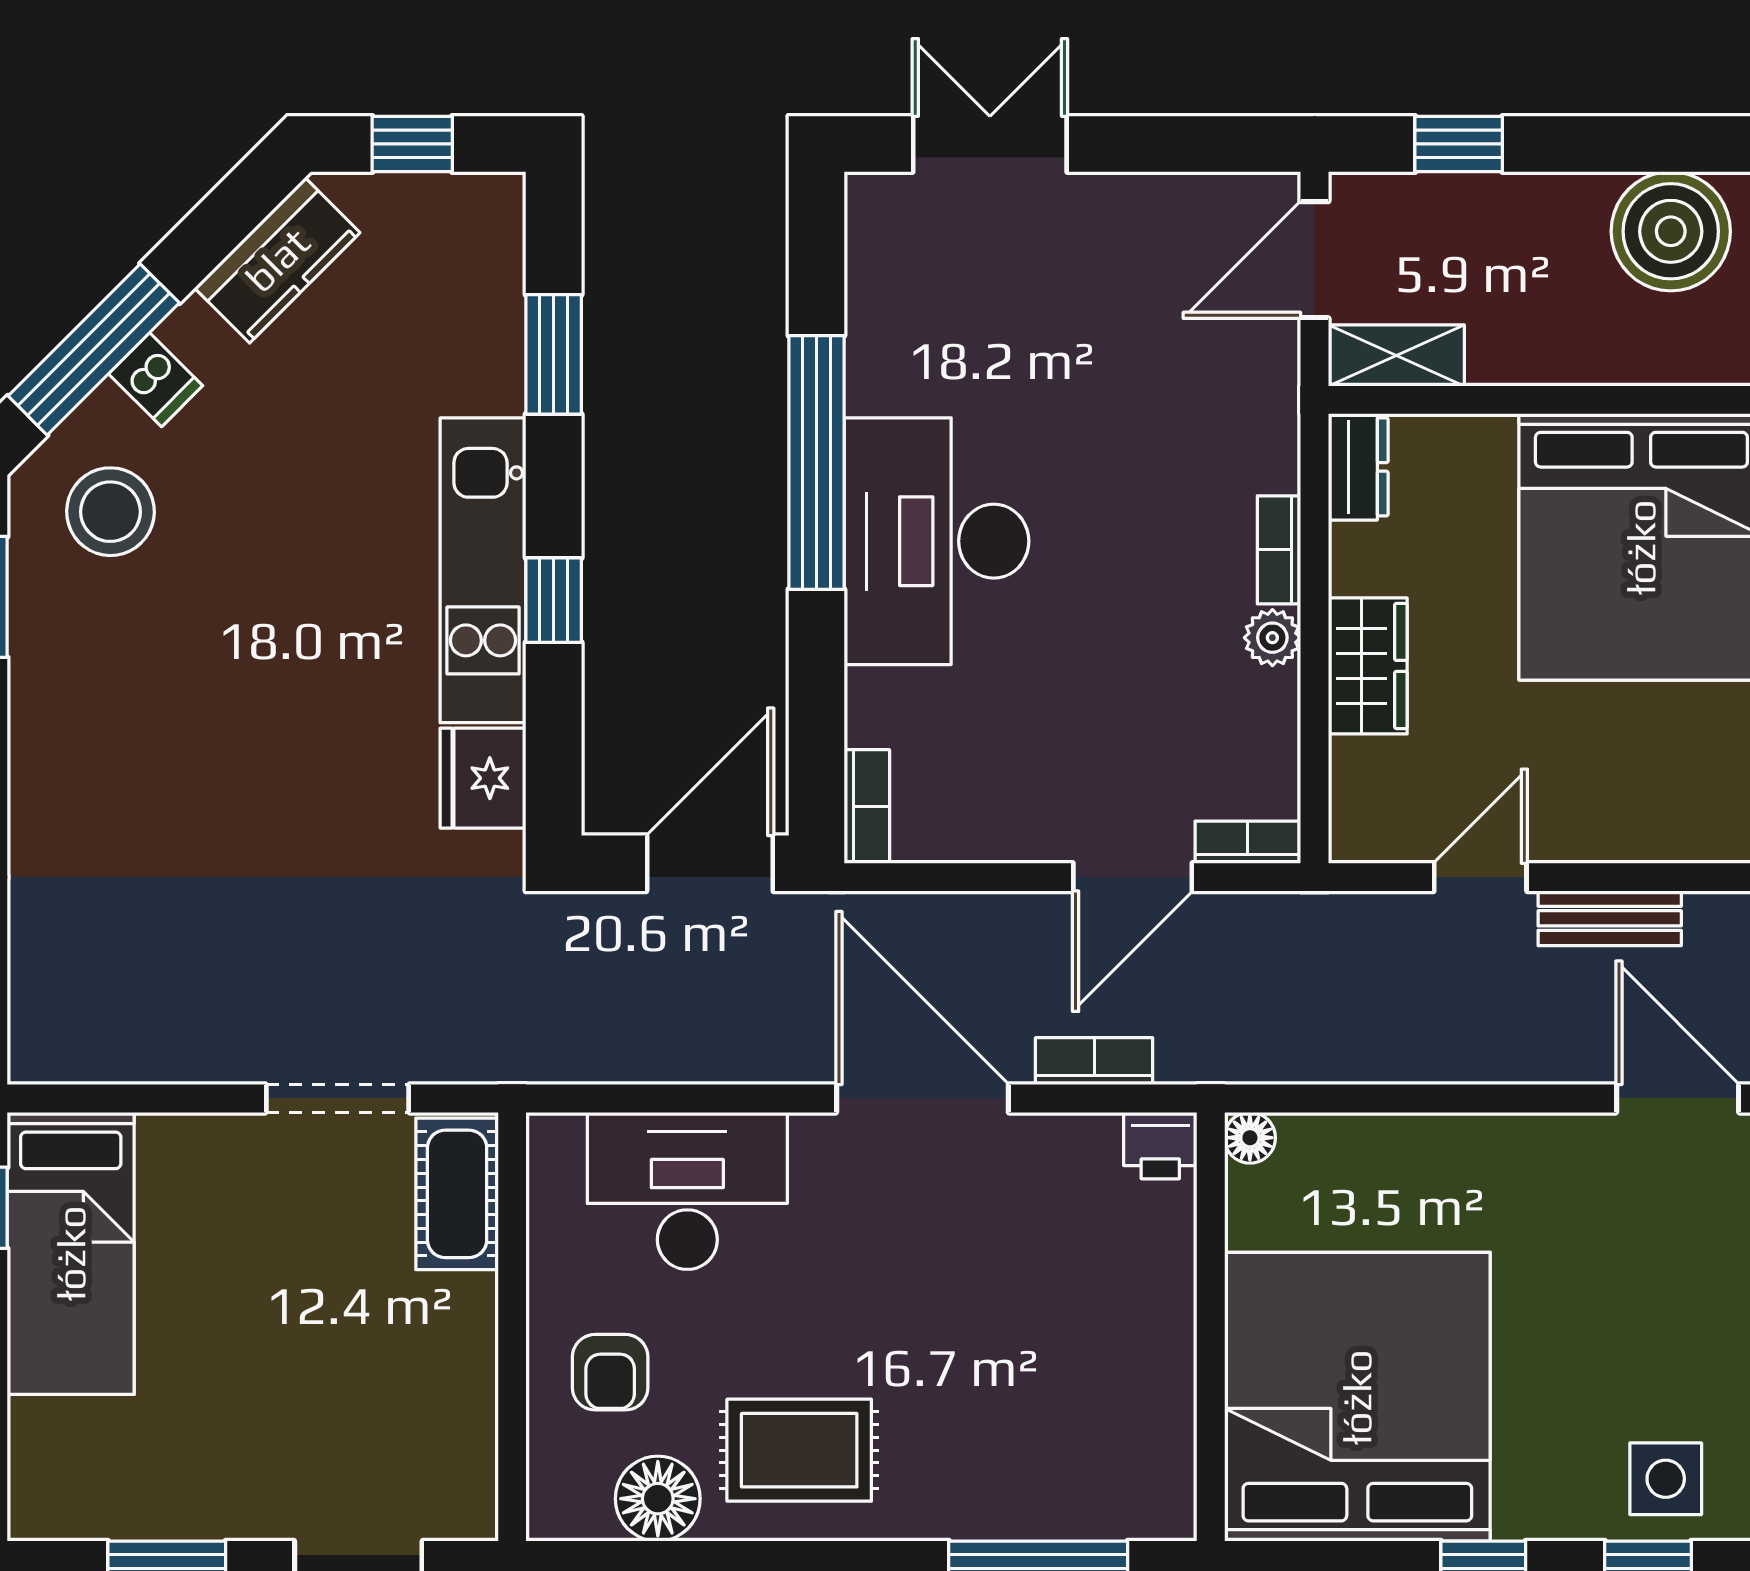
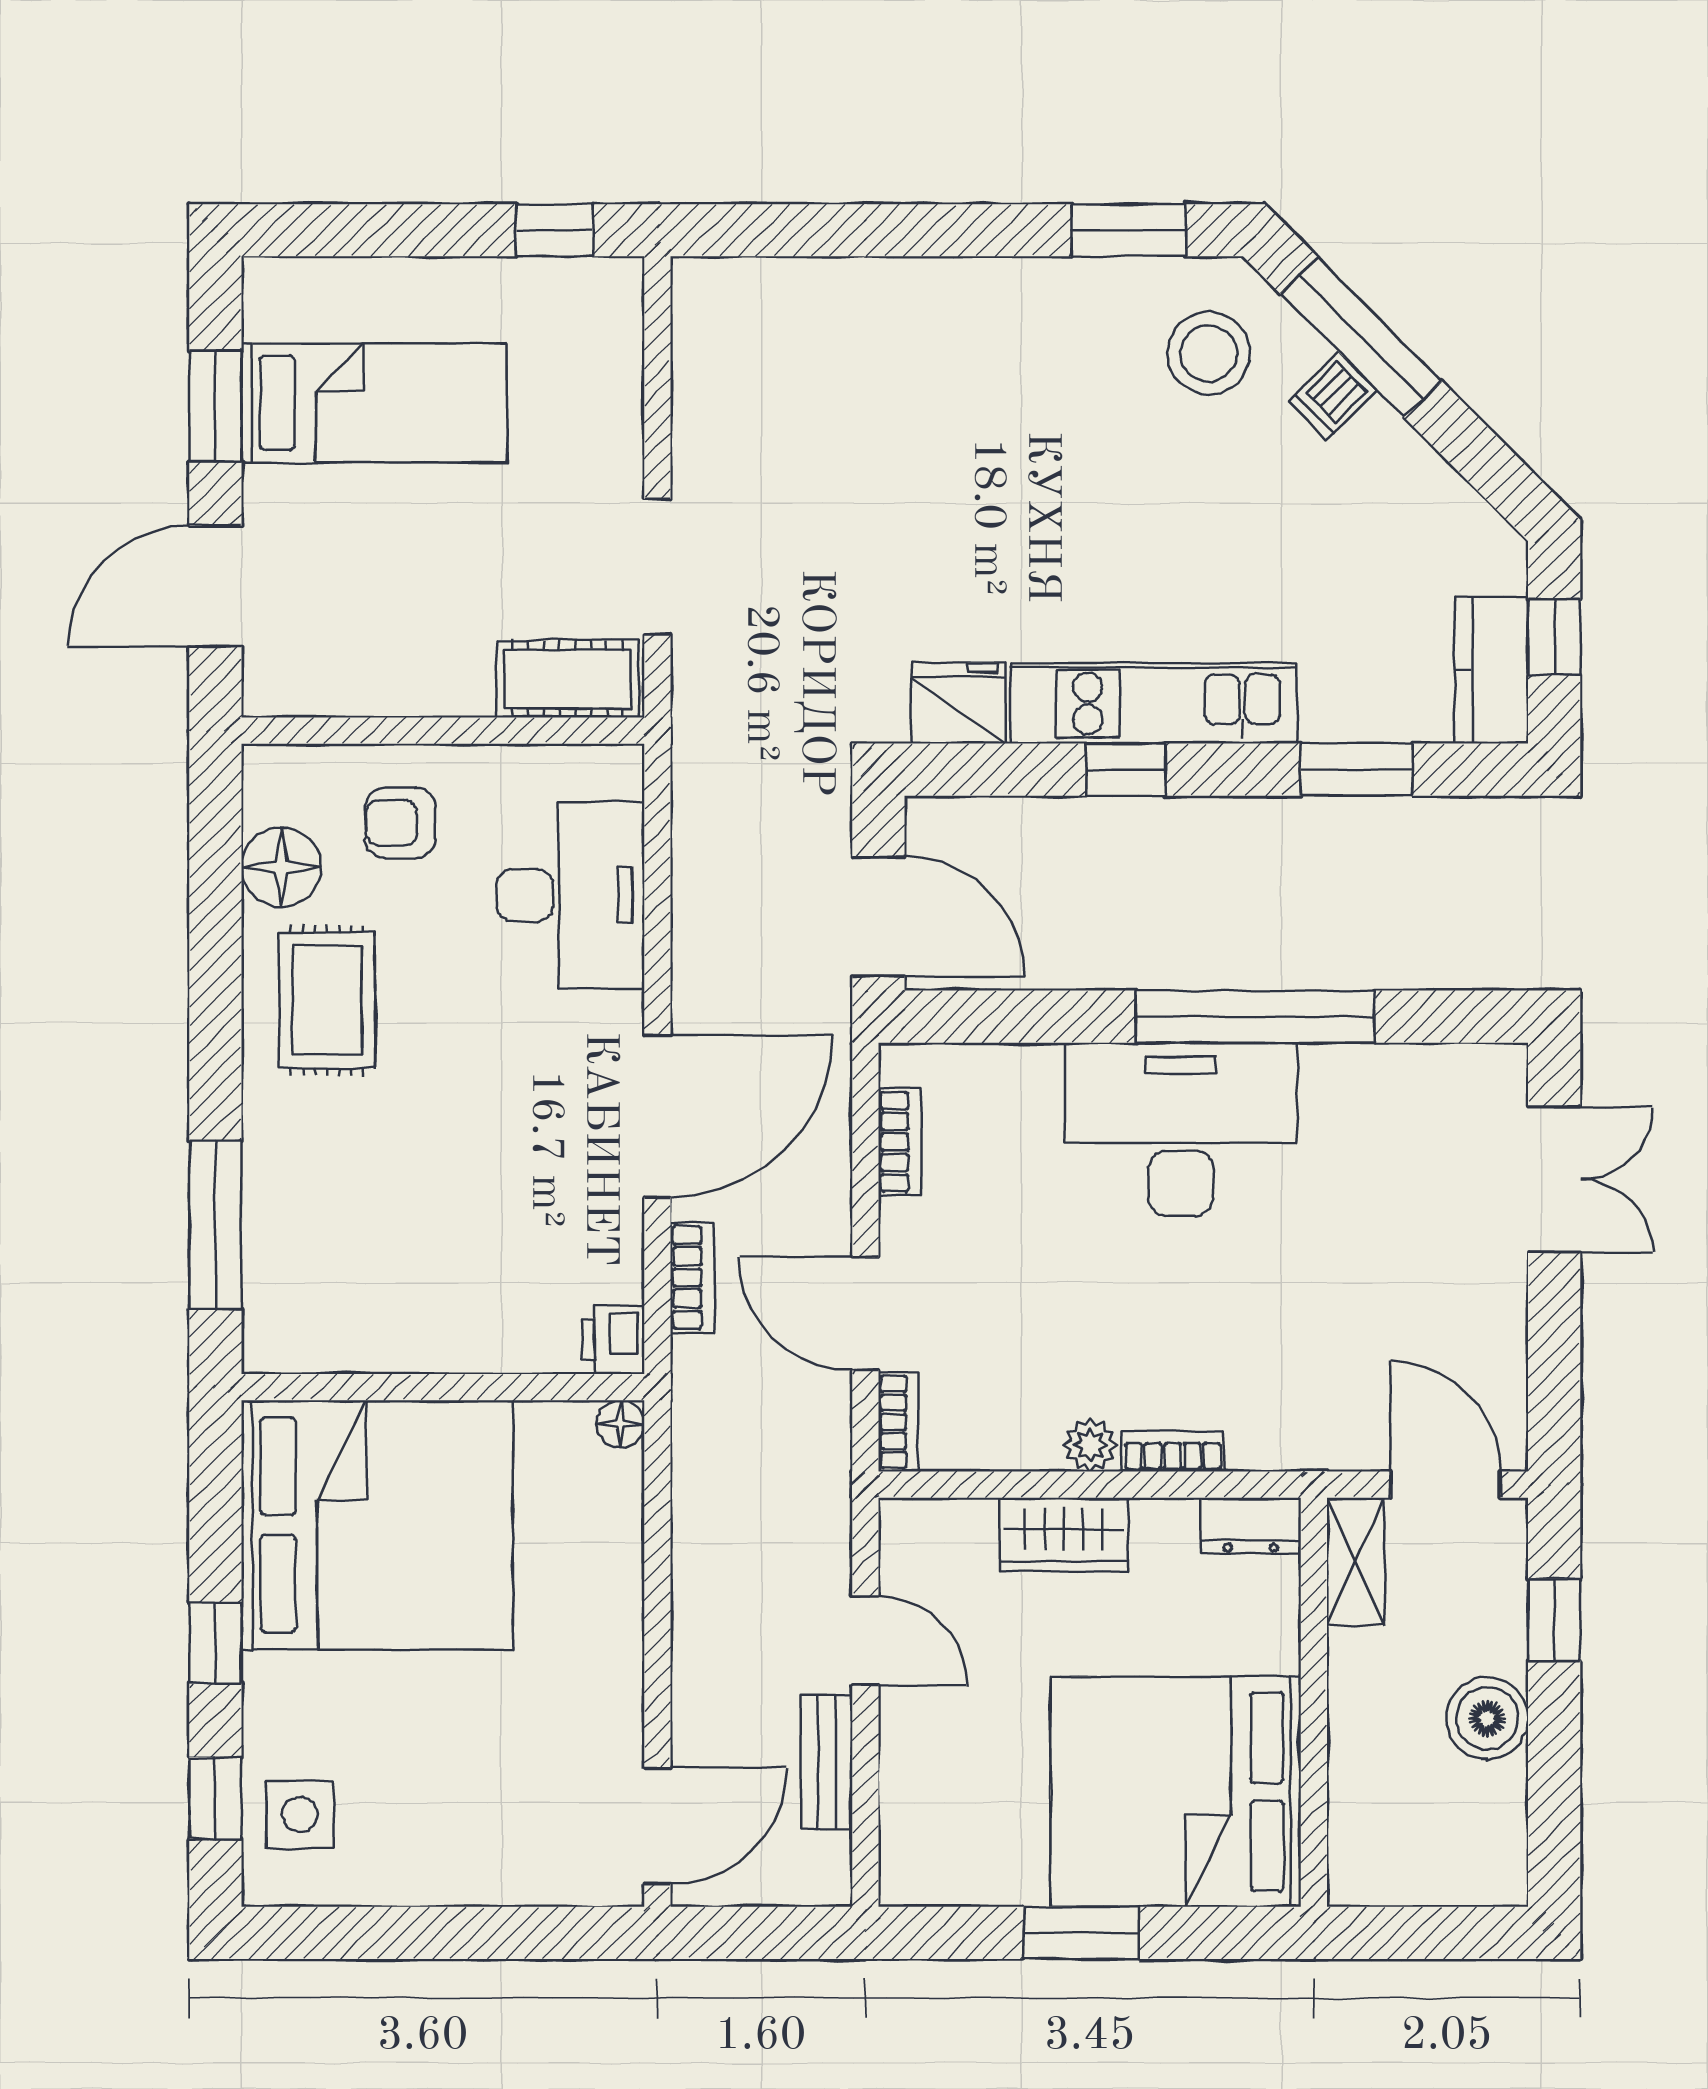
boiler: (1671, 231) -> (1487, 1718), moved, width x0.73, depth x0.73
kitchen counter: (277, 260) -> (1491, 670), moved, turned 45
bookcase: (867, 806) -> (900, 1142), moved, turned -90
bed: (71, 1253) -> (374, 403), moved, turned 180

